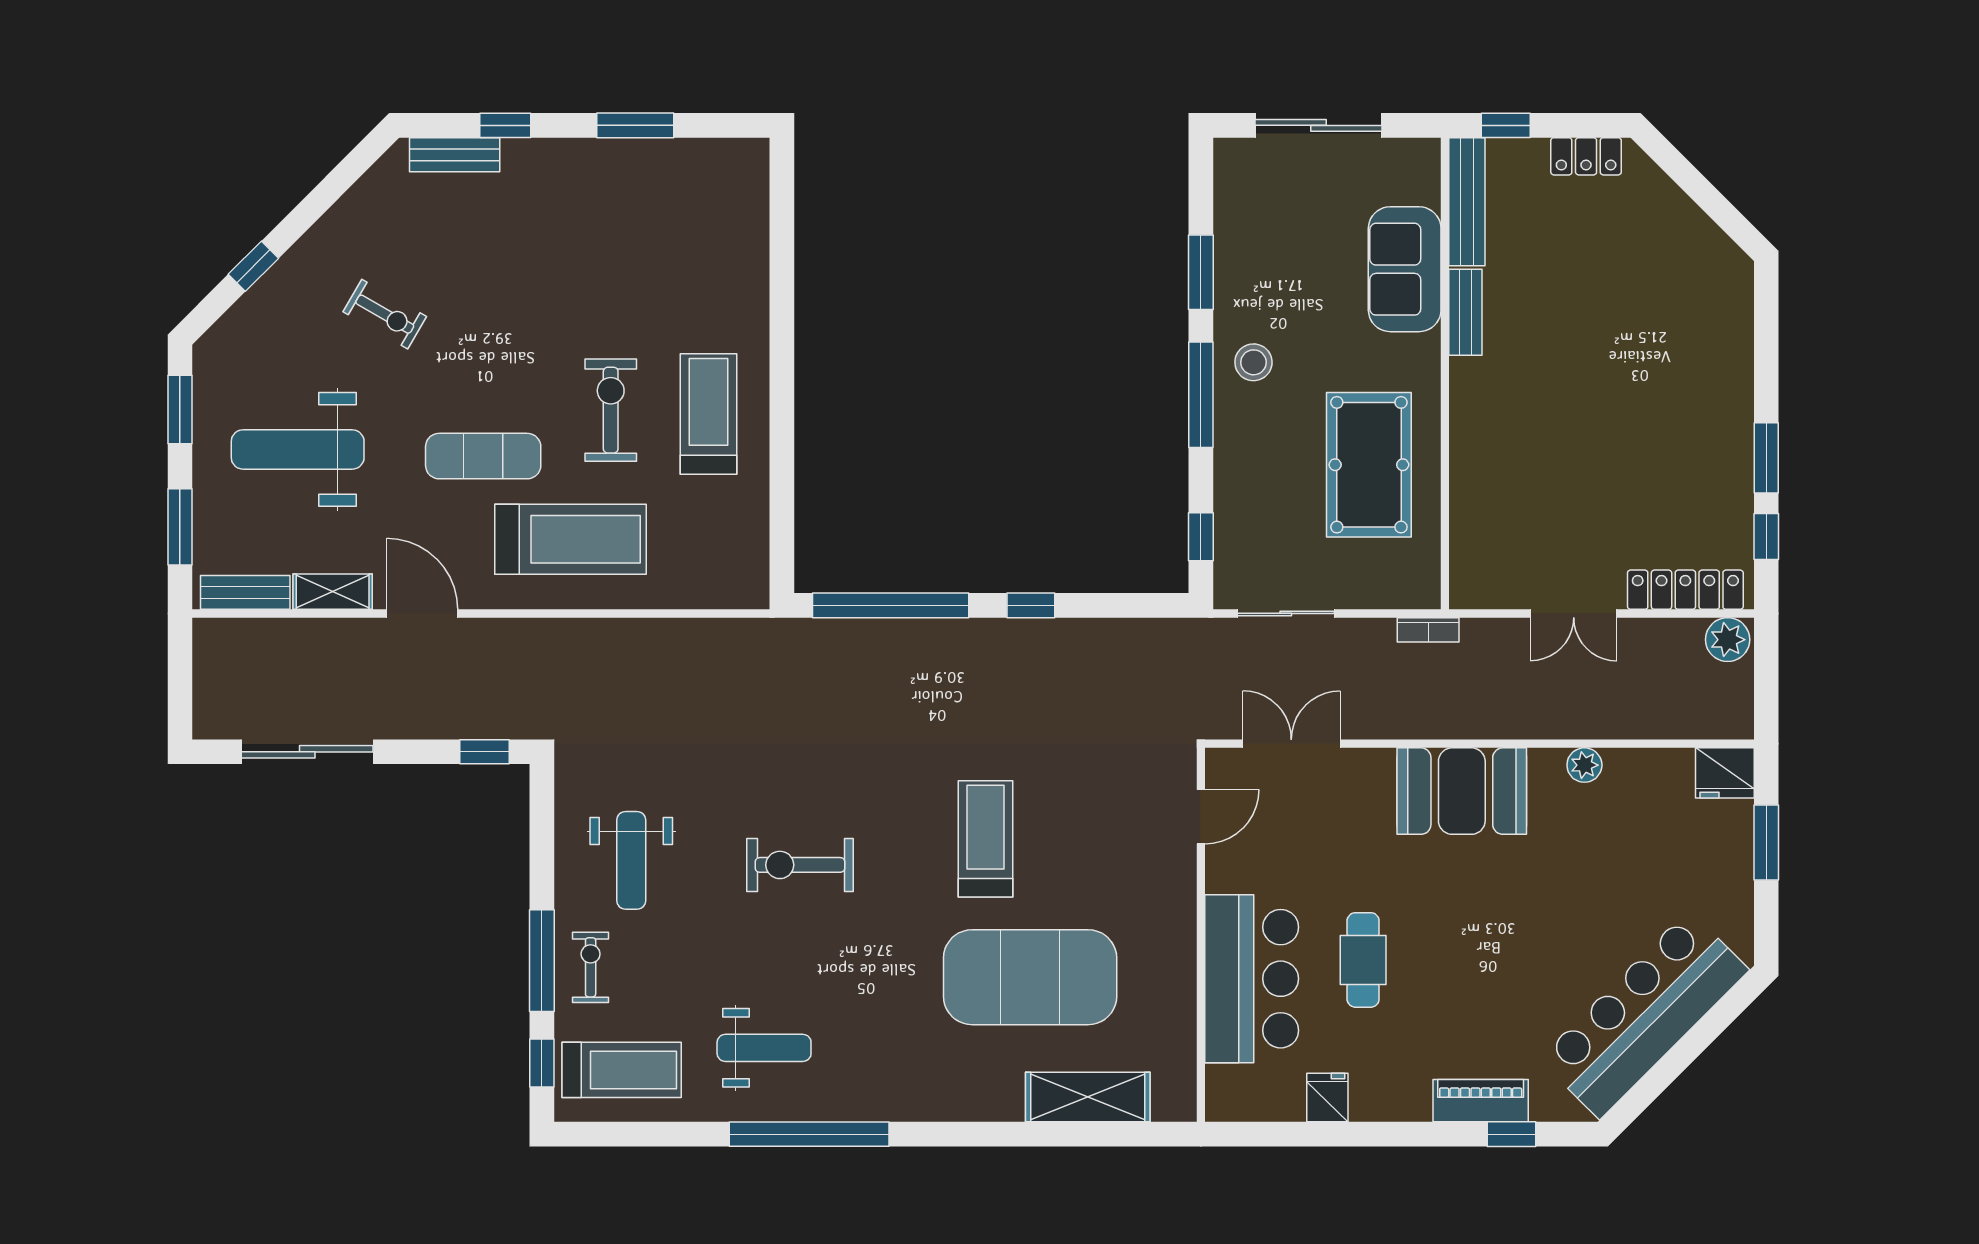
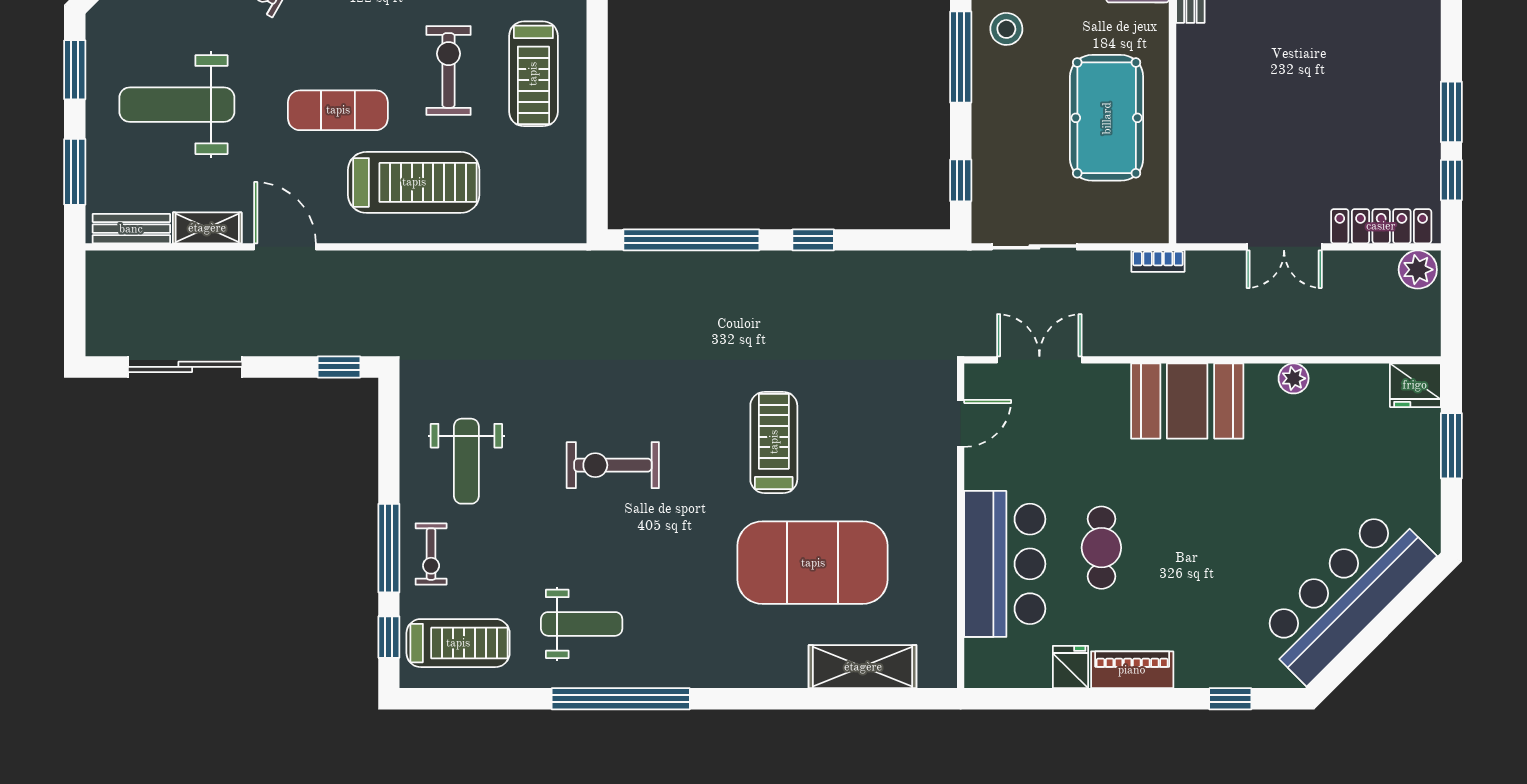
treadmill: (709, 414) -> (533, 74), turned 180
exercise bike: (591, 967) -> (431, 554), turned 180
piano: (1481, 1101) -> (1132, 670), moved

